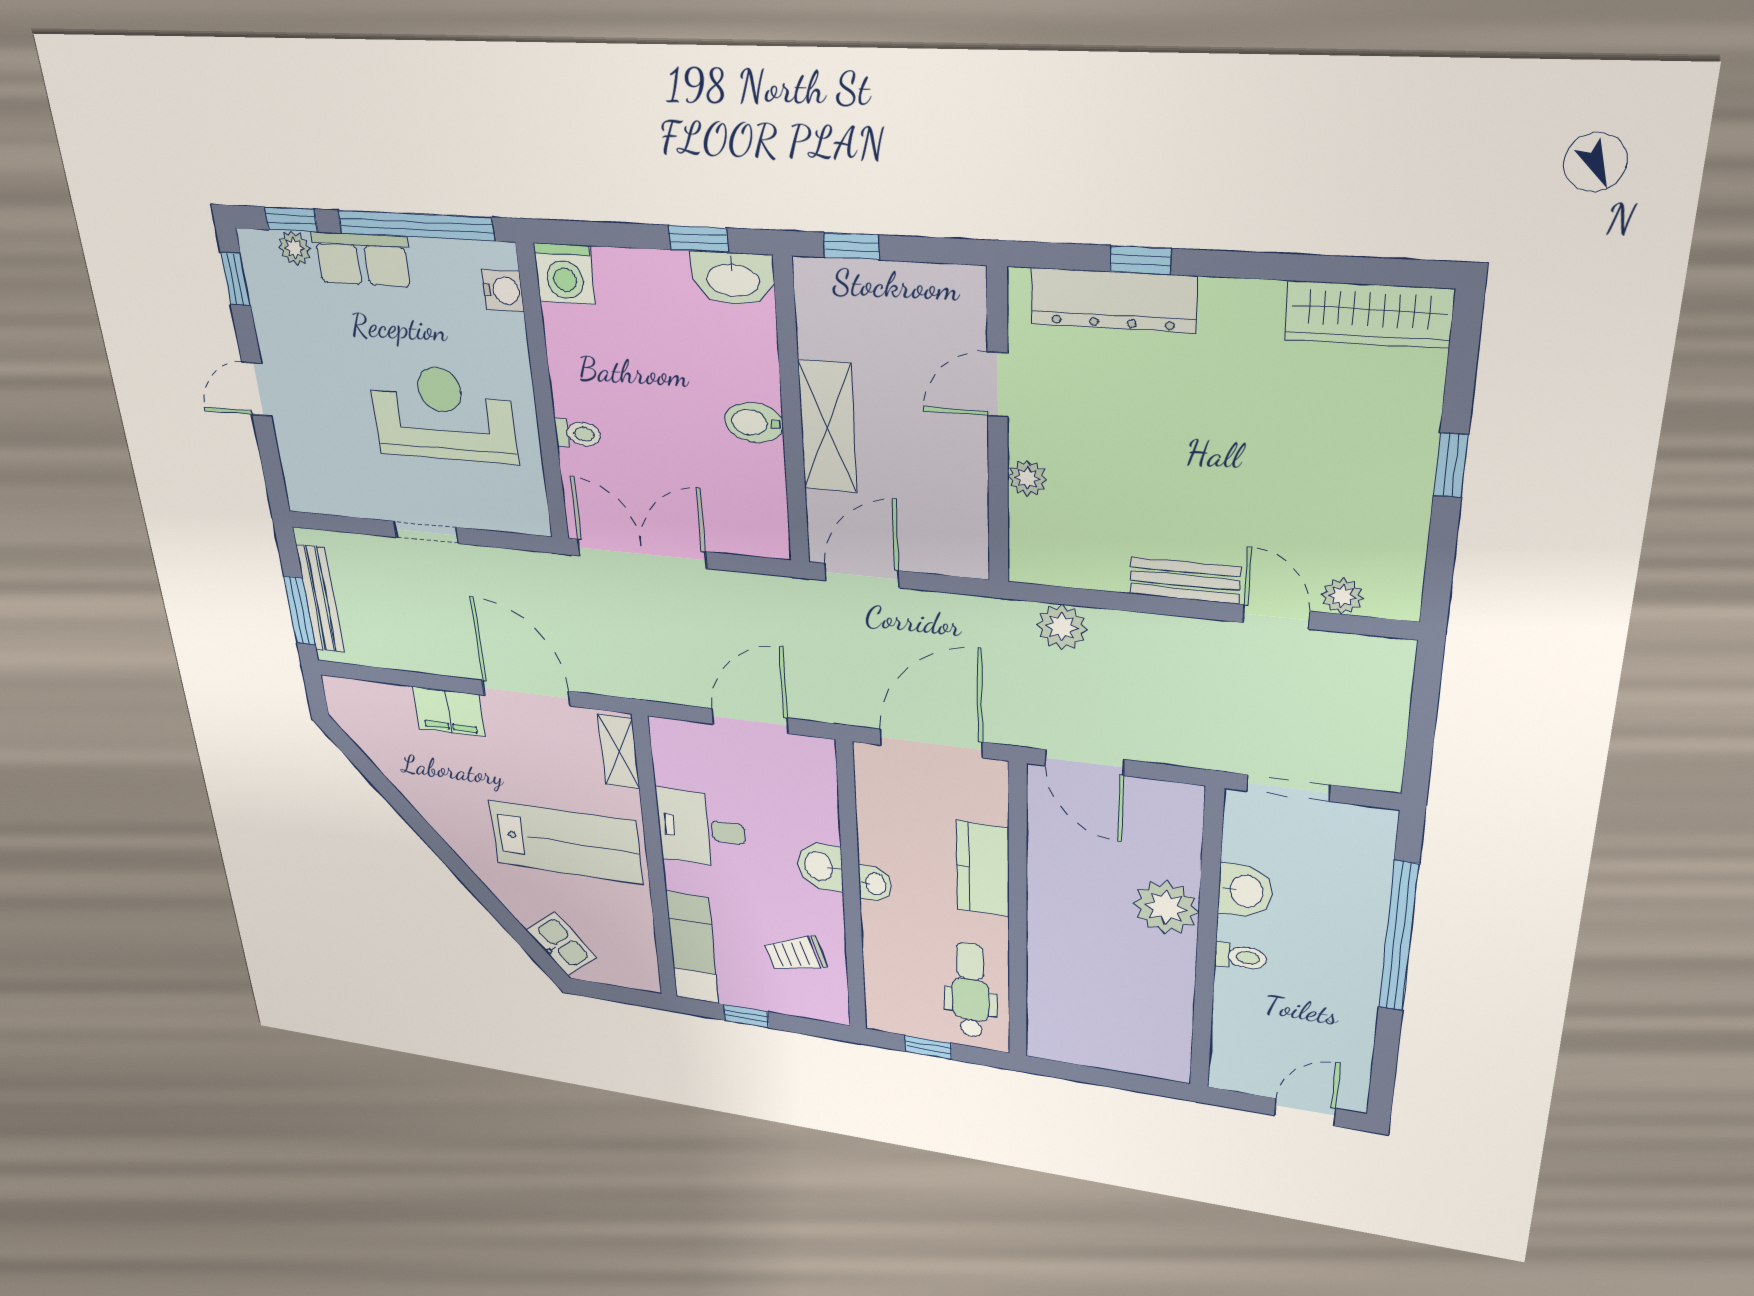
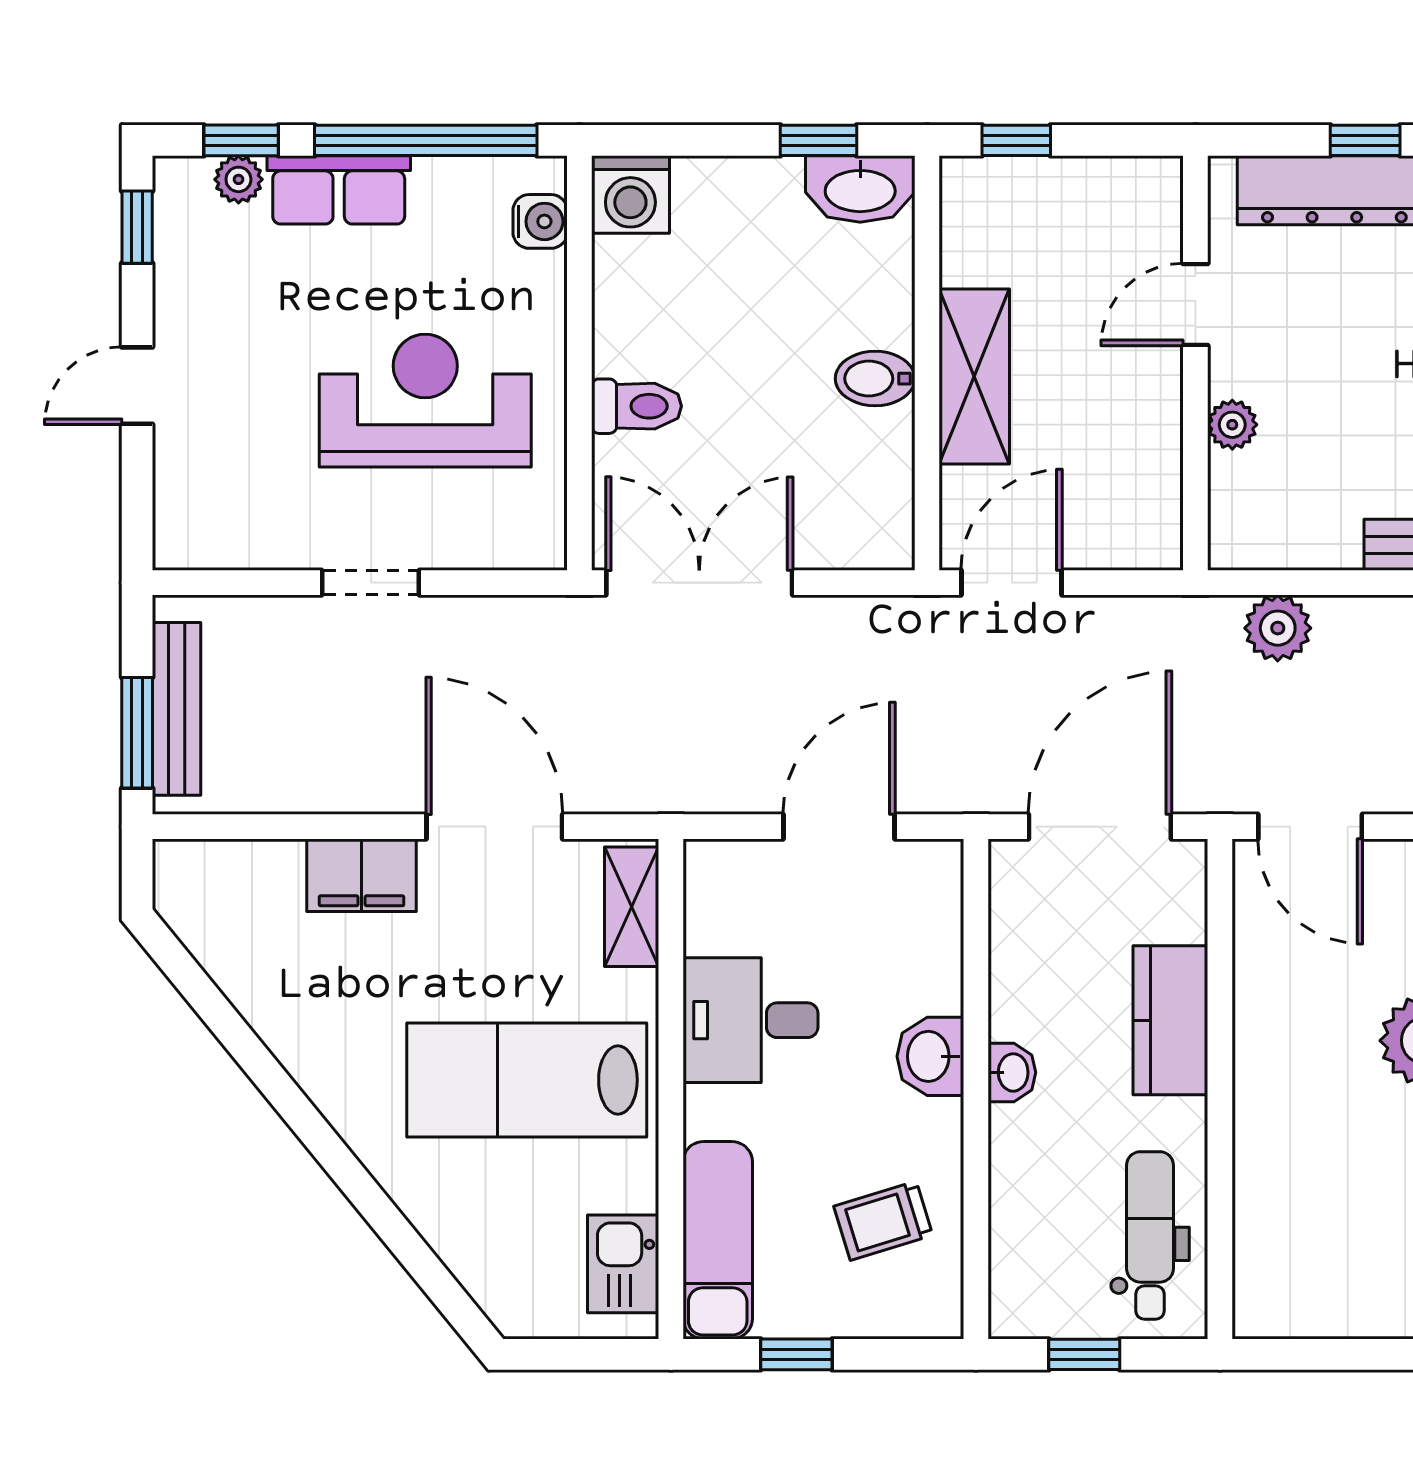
toilet: (578, 434) -> (636, 406), width x1.37, depth x1.39
lab bench: (566, 842) -> (527, 1080), turned 180
kitchen sink: (561, 944) -> (623, 1264), moved, turned -141

